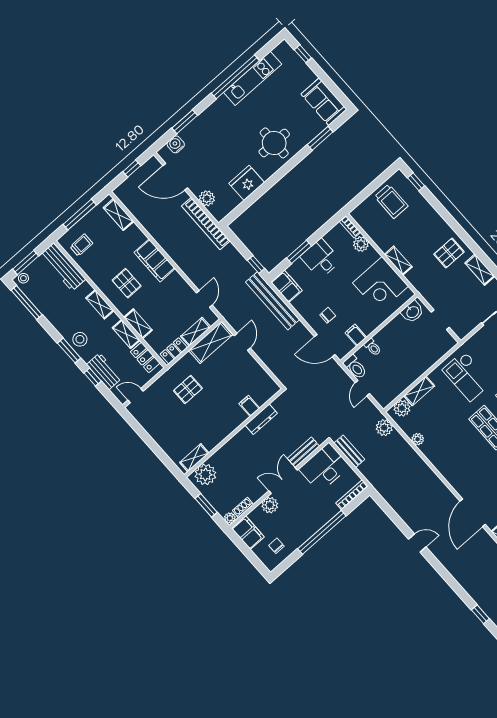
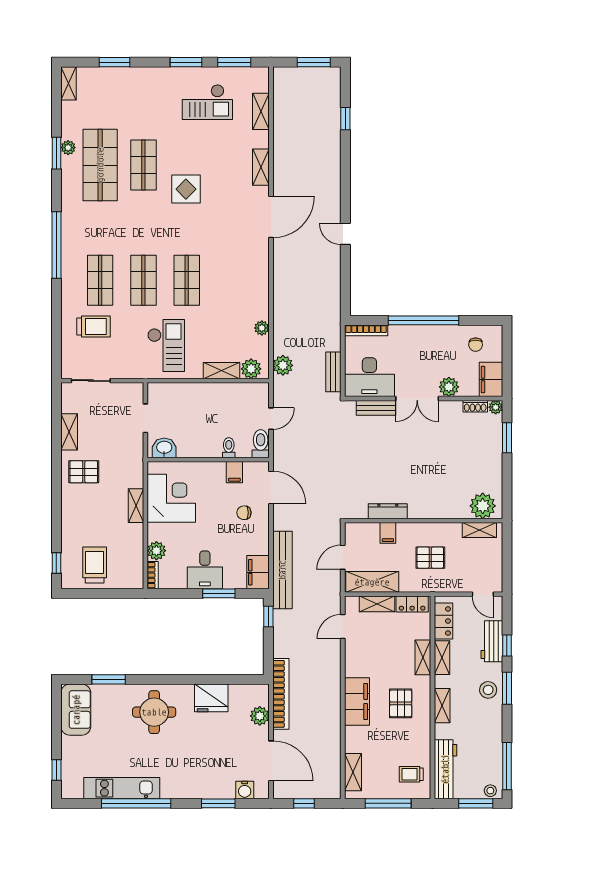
filing cabinet: (249, 406) -> (388, 533), moved
dresser: (261, 419) -> (388, 511), moved
wall: (234, 433) -> (424, 521), moved
shelving: (194, 458) -> (479, 530), moved
plant: (205, 474) -> (483, 506), moved

